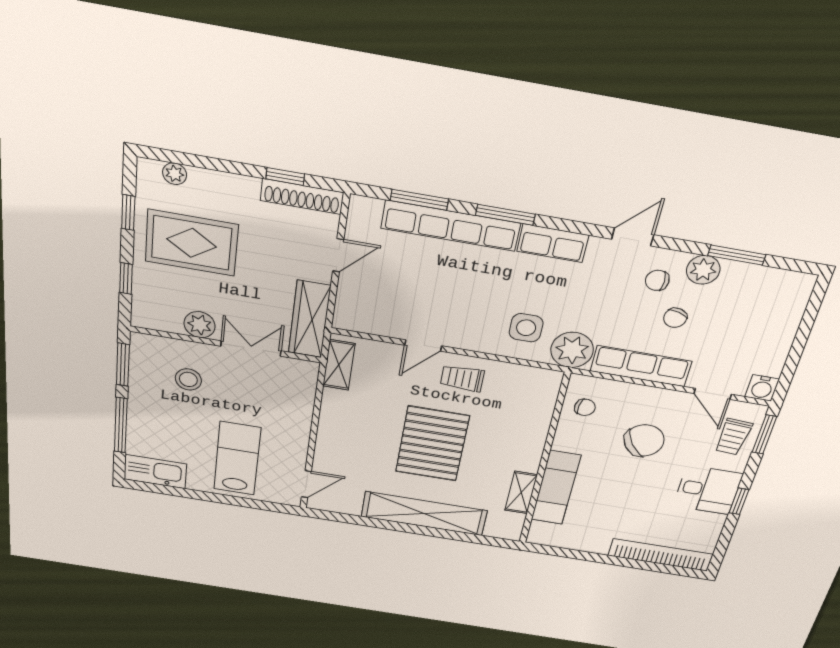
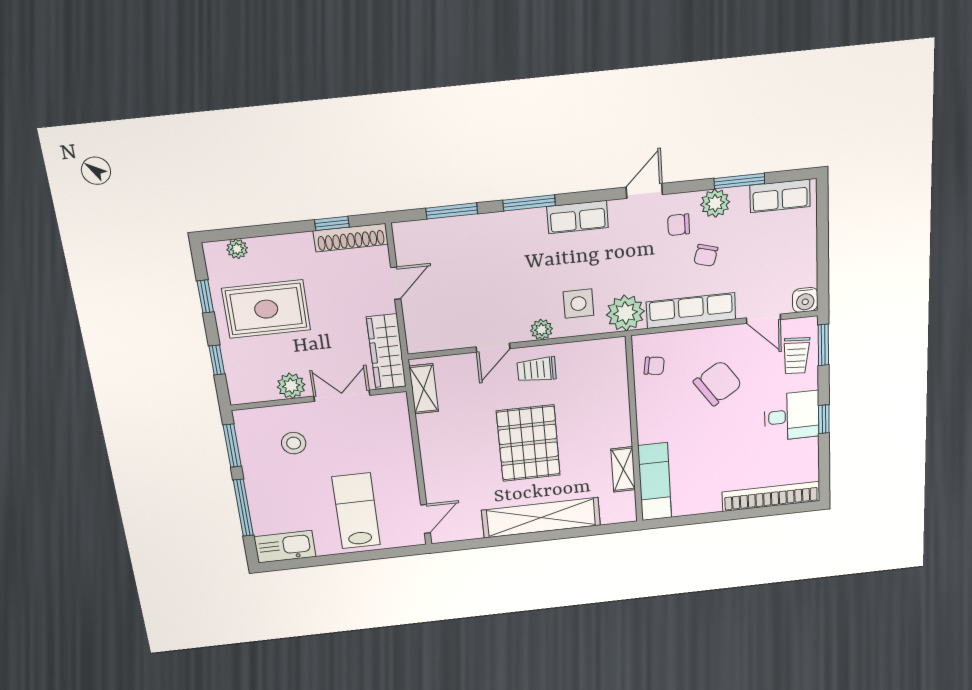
row of seats: (451, 226) -> (780, 196), moved, width x0.50
plant: (479, 342) -> (542, 330), added
exam couch: (556, 488) -> (655, 482), moved

